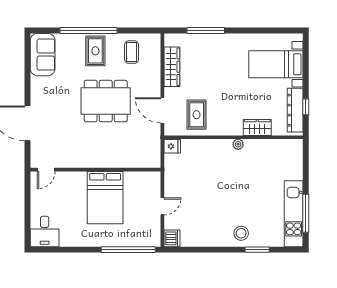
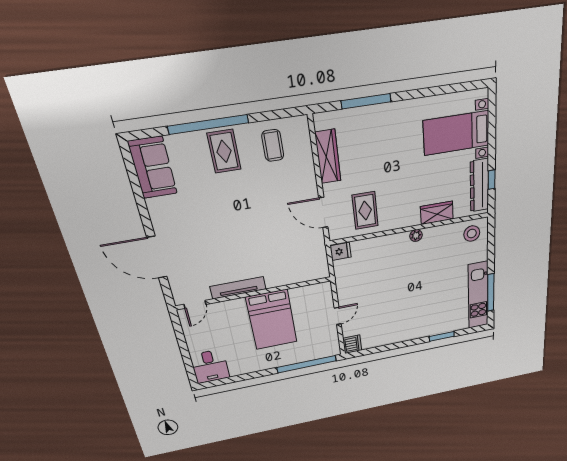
dining table: (106, 101) -> (251, 213), removed
tv unit: (83, 162) -> (238, 288), added
stool: (241, 233) -> (472, 234), moved

